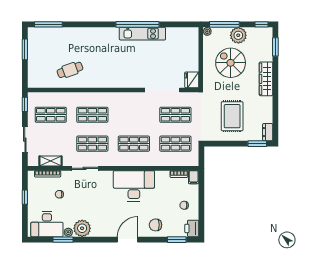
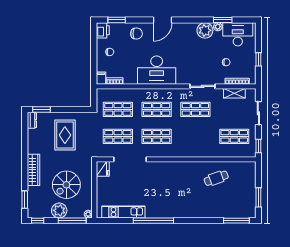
kitchen unit: (142, 34) -> (123, 212), moved
spiral stairs: (231, 63) -> (66, 185), turned 90
shop shelf: (92, 115) -> (157, 136), moved

